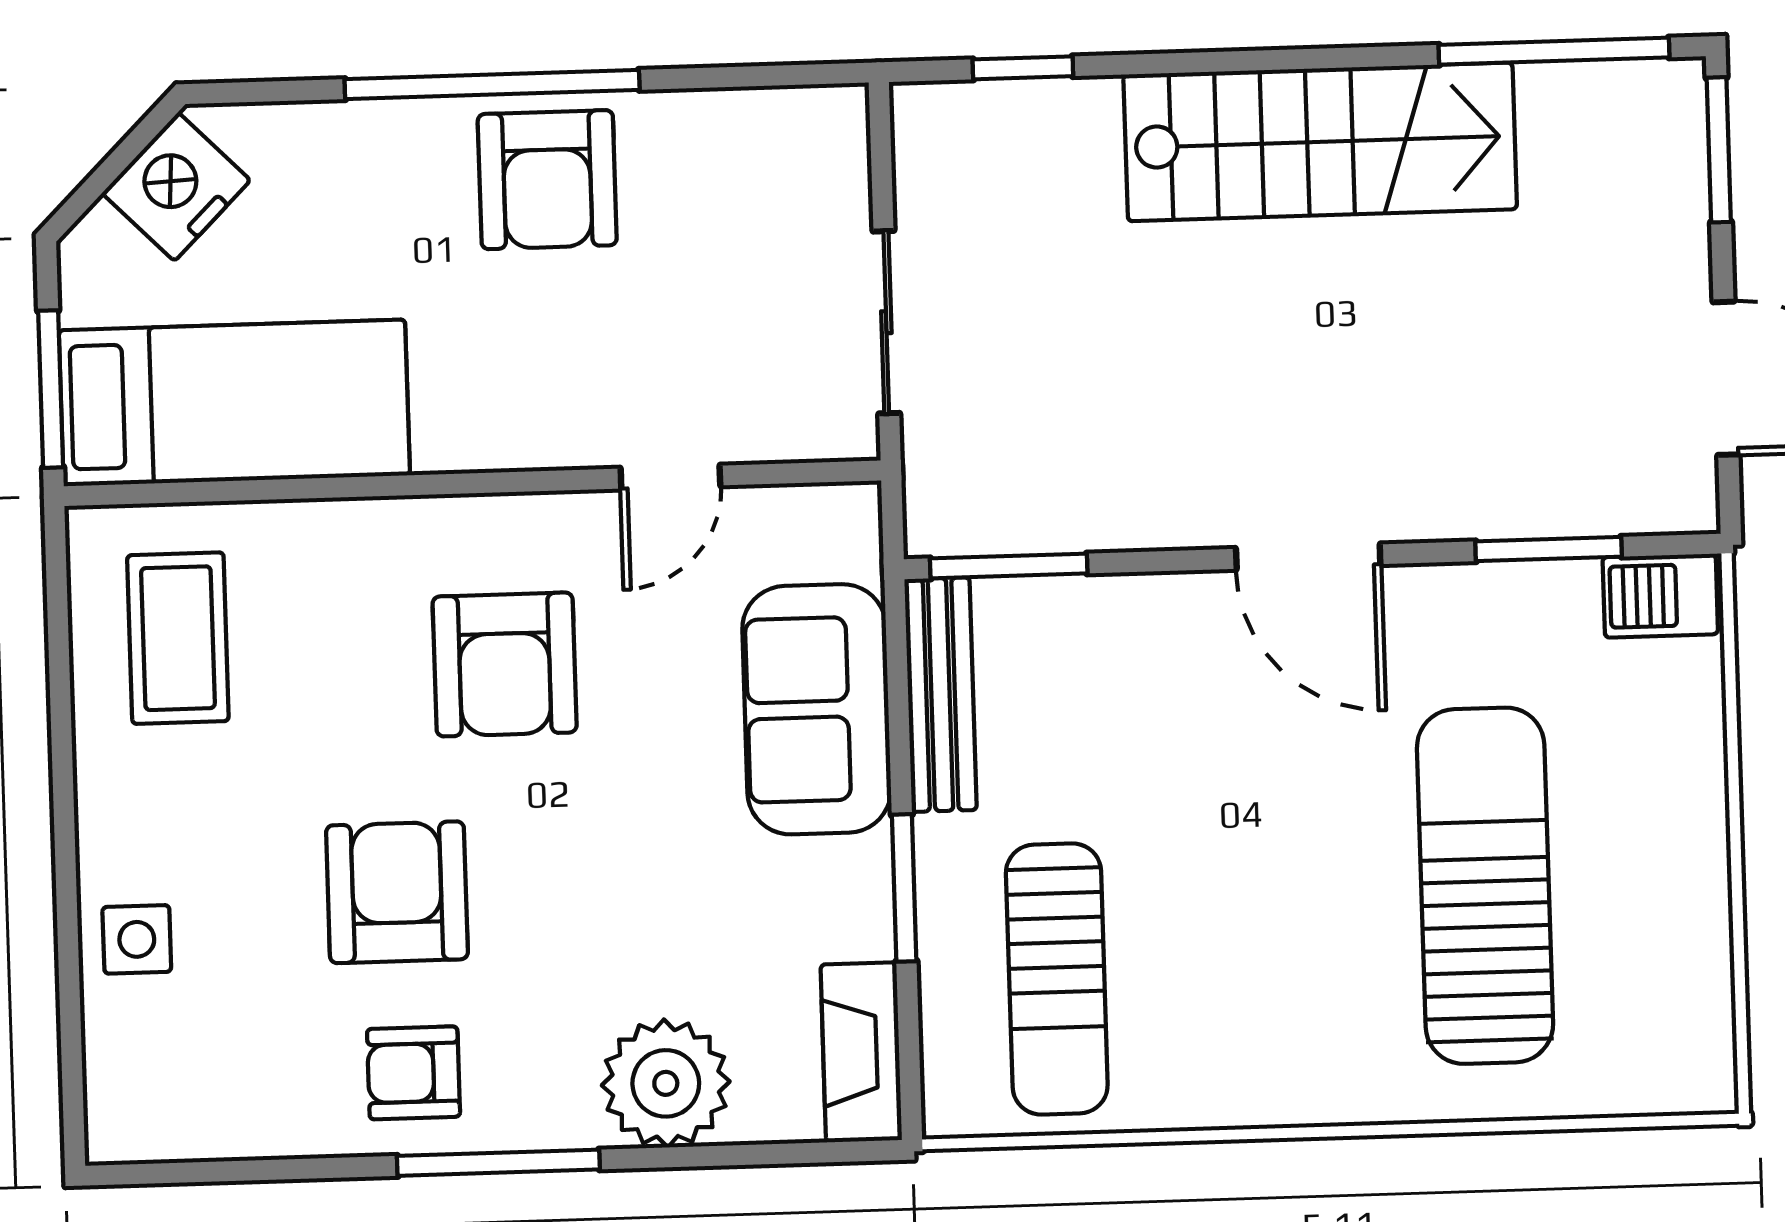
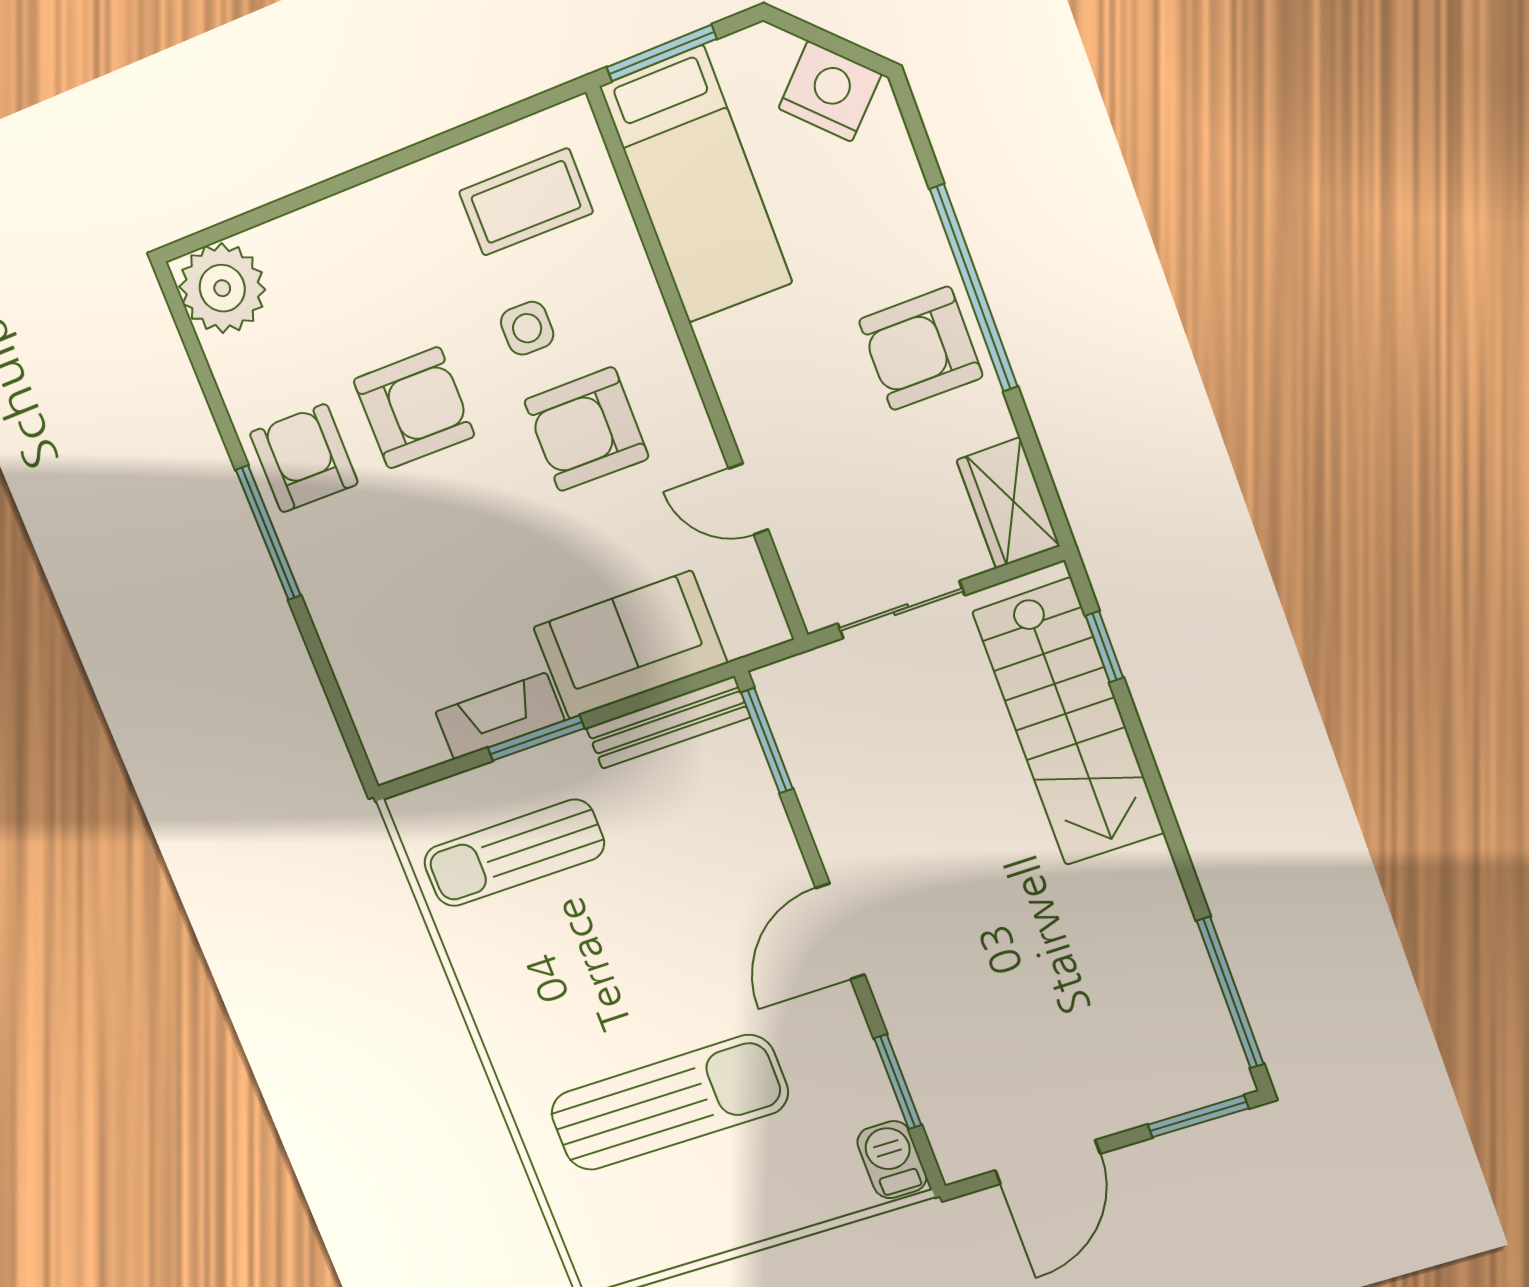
wardrobe: (789, 132) -> (1008, 503), added
stairs: (1320, 142) -> (1069, 722), moved
side table: (137, 939) -> (527, 328), moved
fireplace: (861, 1052) -> (500, 716), moved
armchair: (414, 1073) -> (304, 458), width x1.38, depth x1.38
plant: (666, 1083) -> (222, 288), moved

